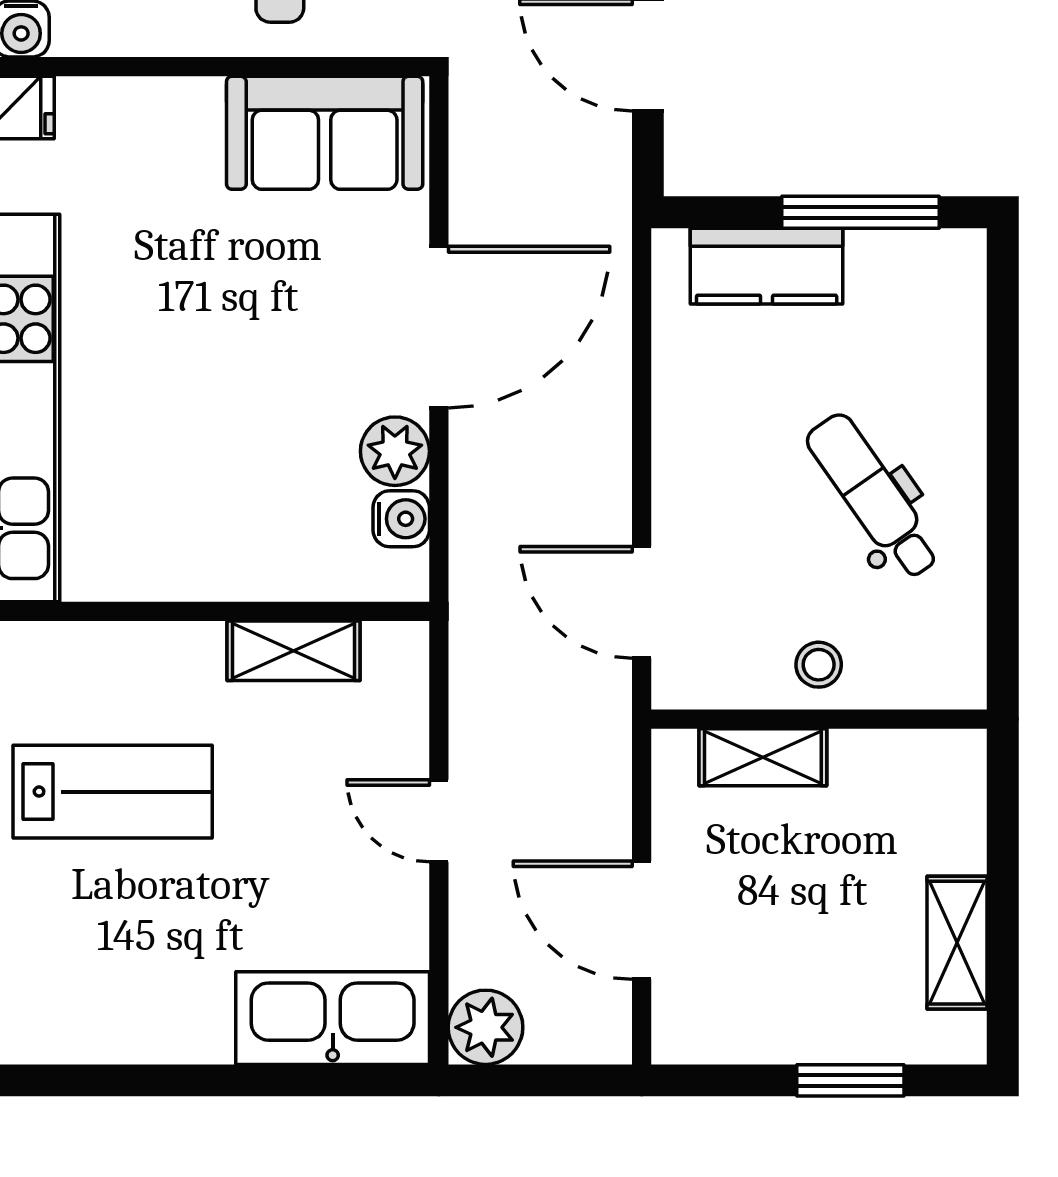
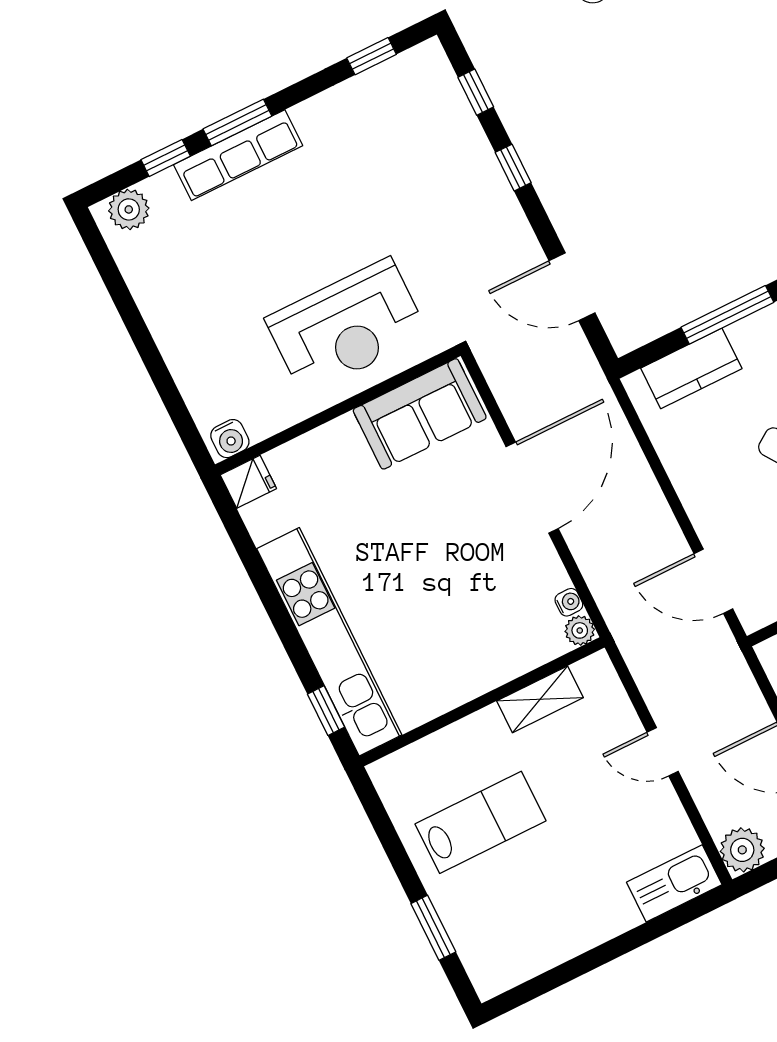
plant: (395, 451) -> (580, 630), moved, width x0.73, depth x0.73
water cooler: (401, 519) -> (569, 602), width x0.72, depth x0.72
kitchen sink: (333, 1018) -> (674, 883), width x0.73, depth x0.81

